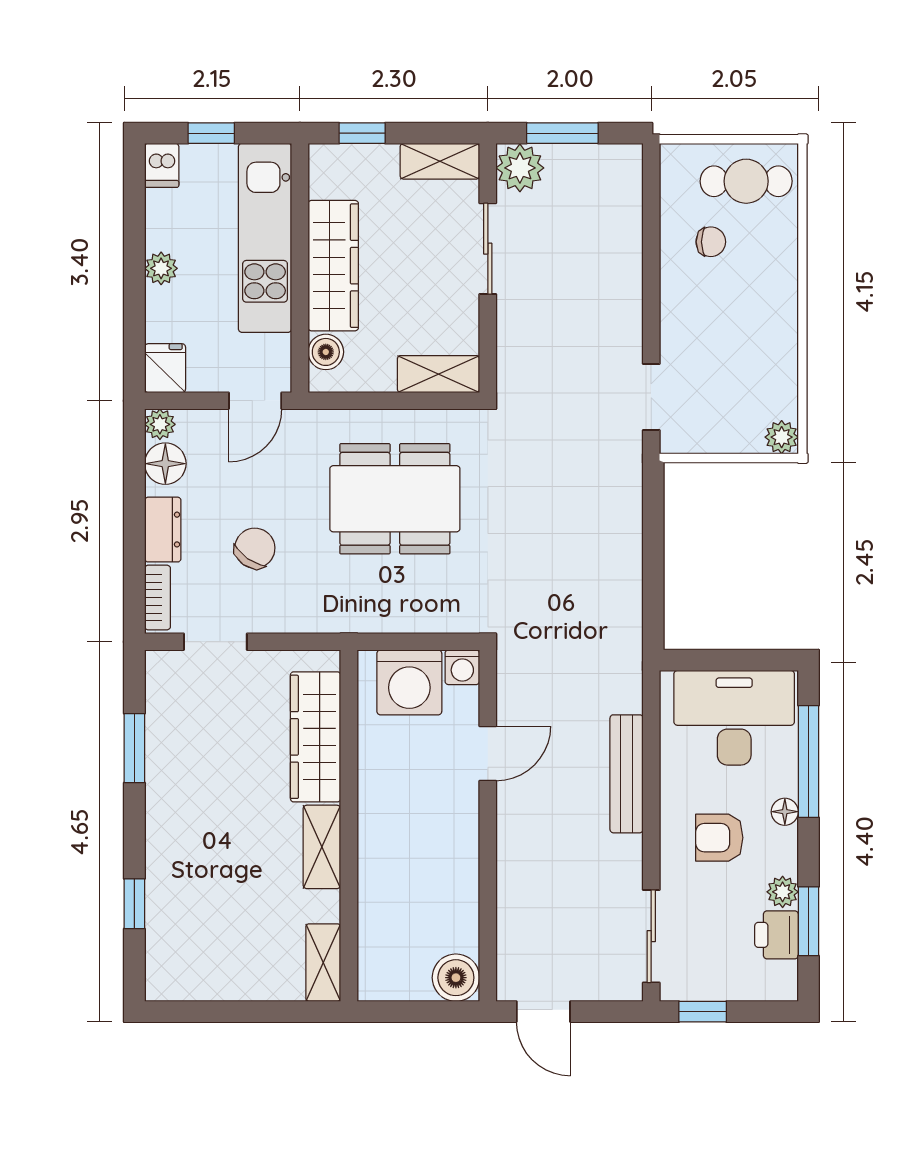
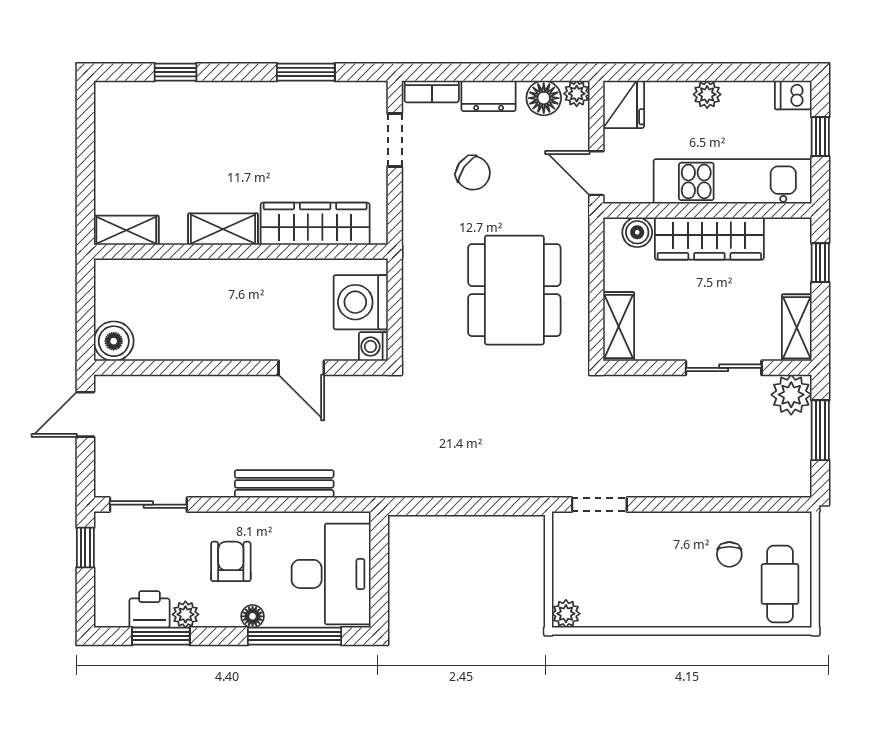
fridge: (165, 368) -> (624, 104), width x1.38

